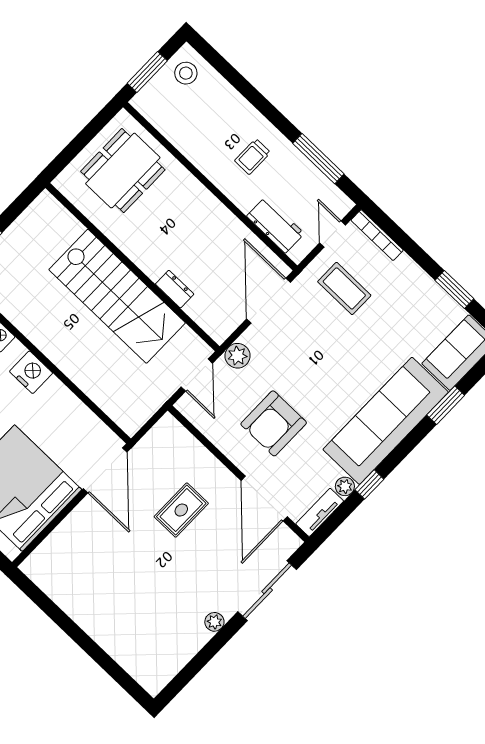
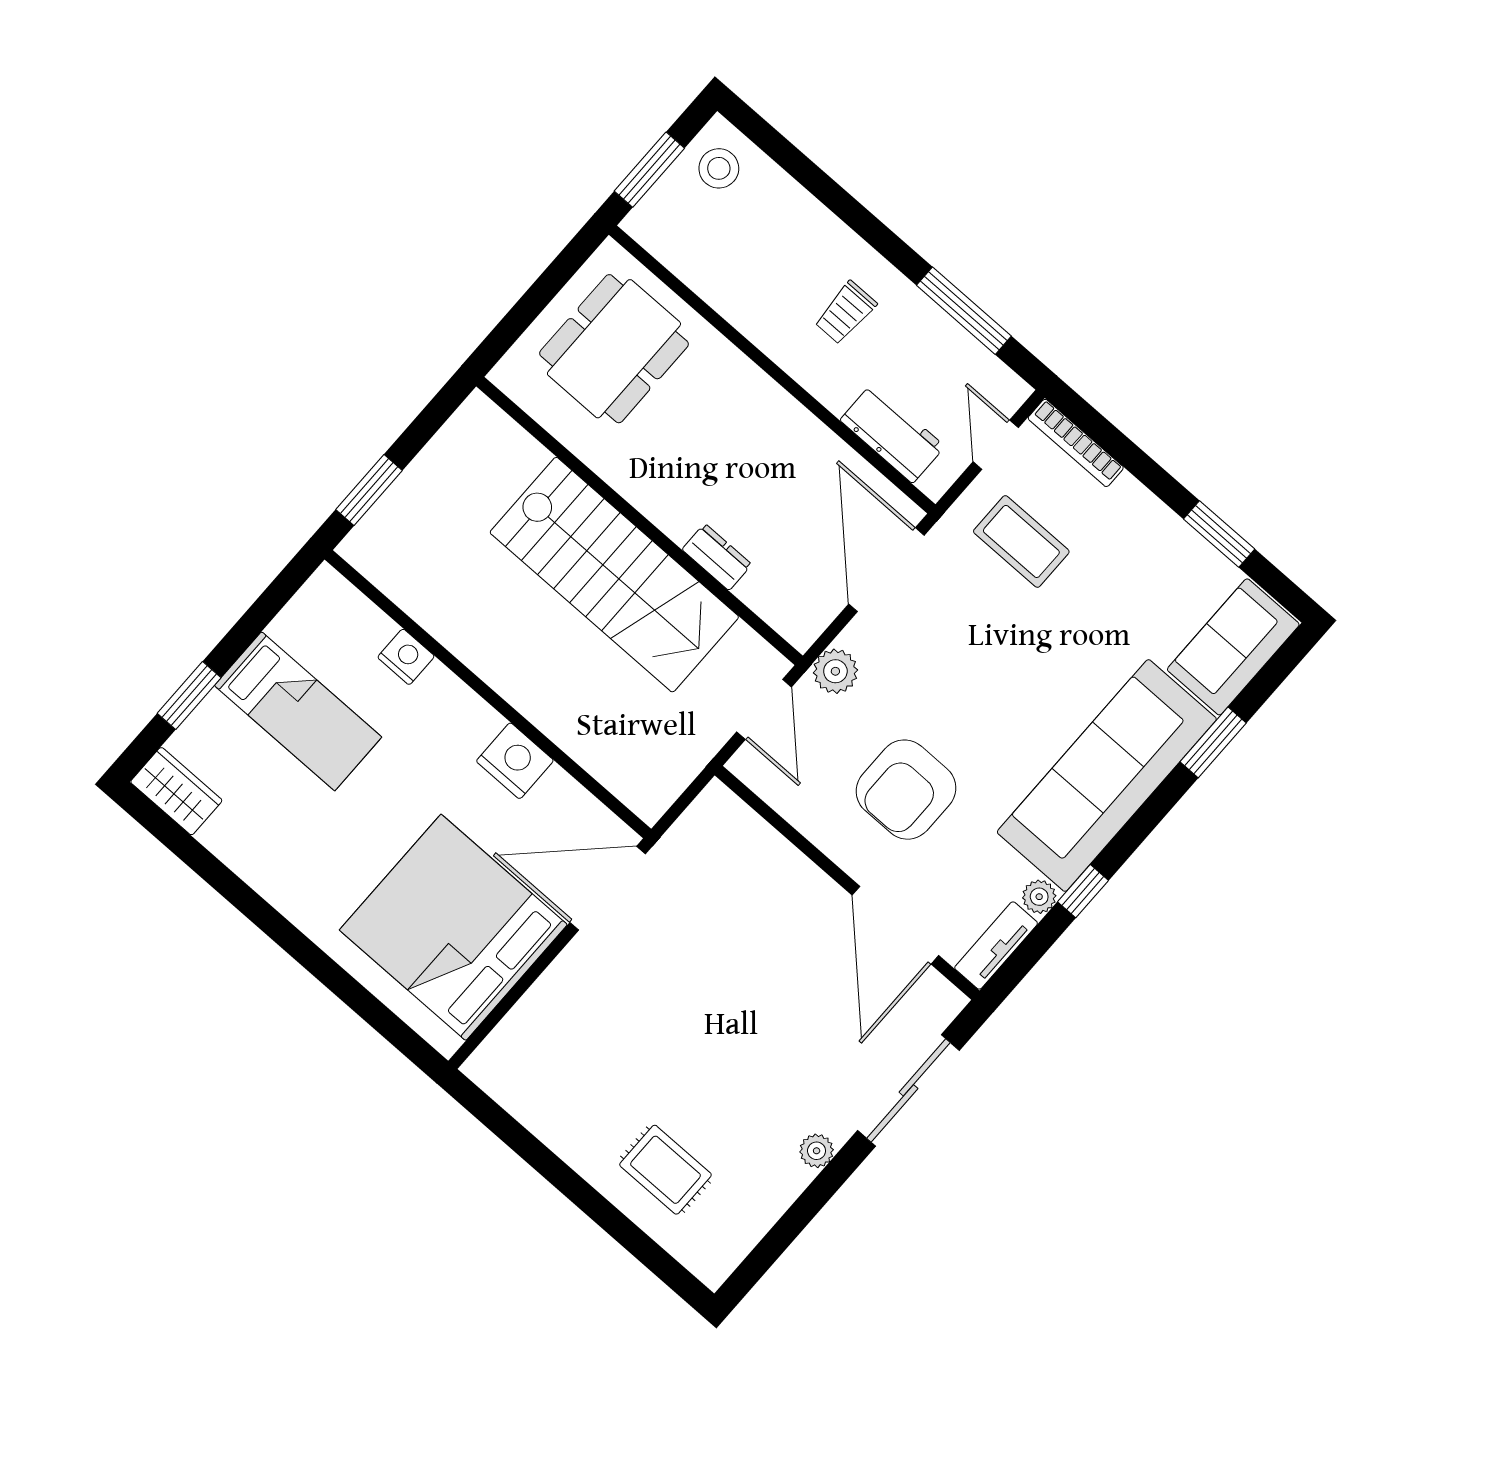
nightstand: (31, 372) -> (515, 761), moved
door: (105, 470) -> (608, 888), swing flipped
rug: (181, 510) -> (666, 1170), moved, turned 90

